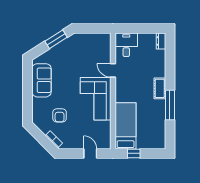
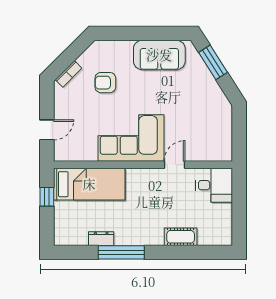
window: (56, 39) -> (213, 62), moved
dresser: (161, 41) -> (101, 239), moved
cot: (160, 88) -> (181, 237), moved

